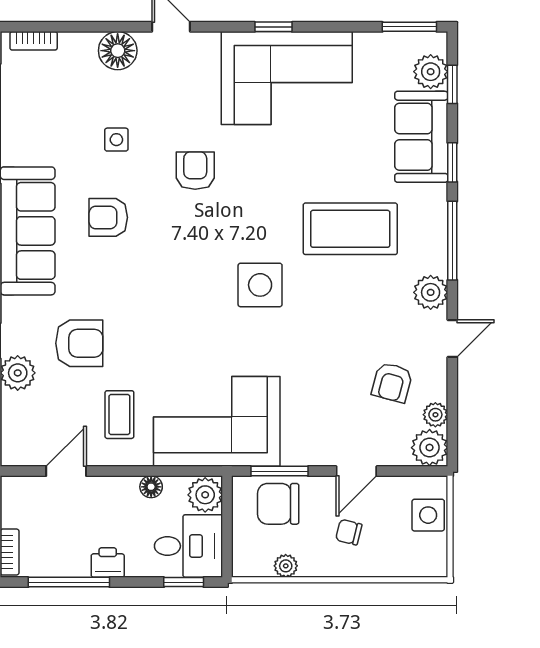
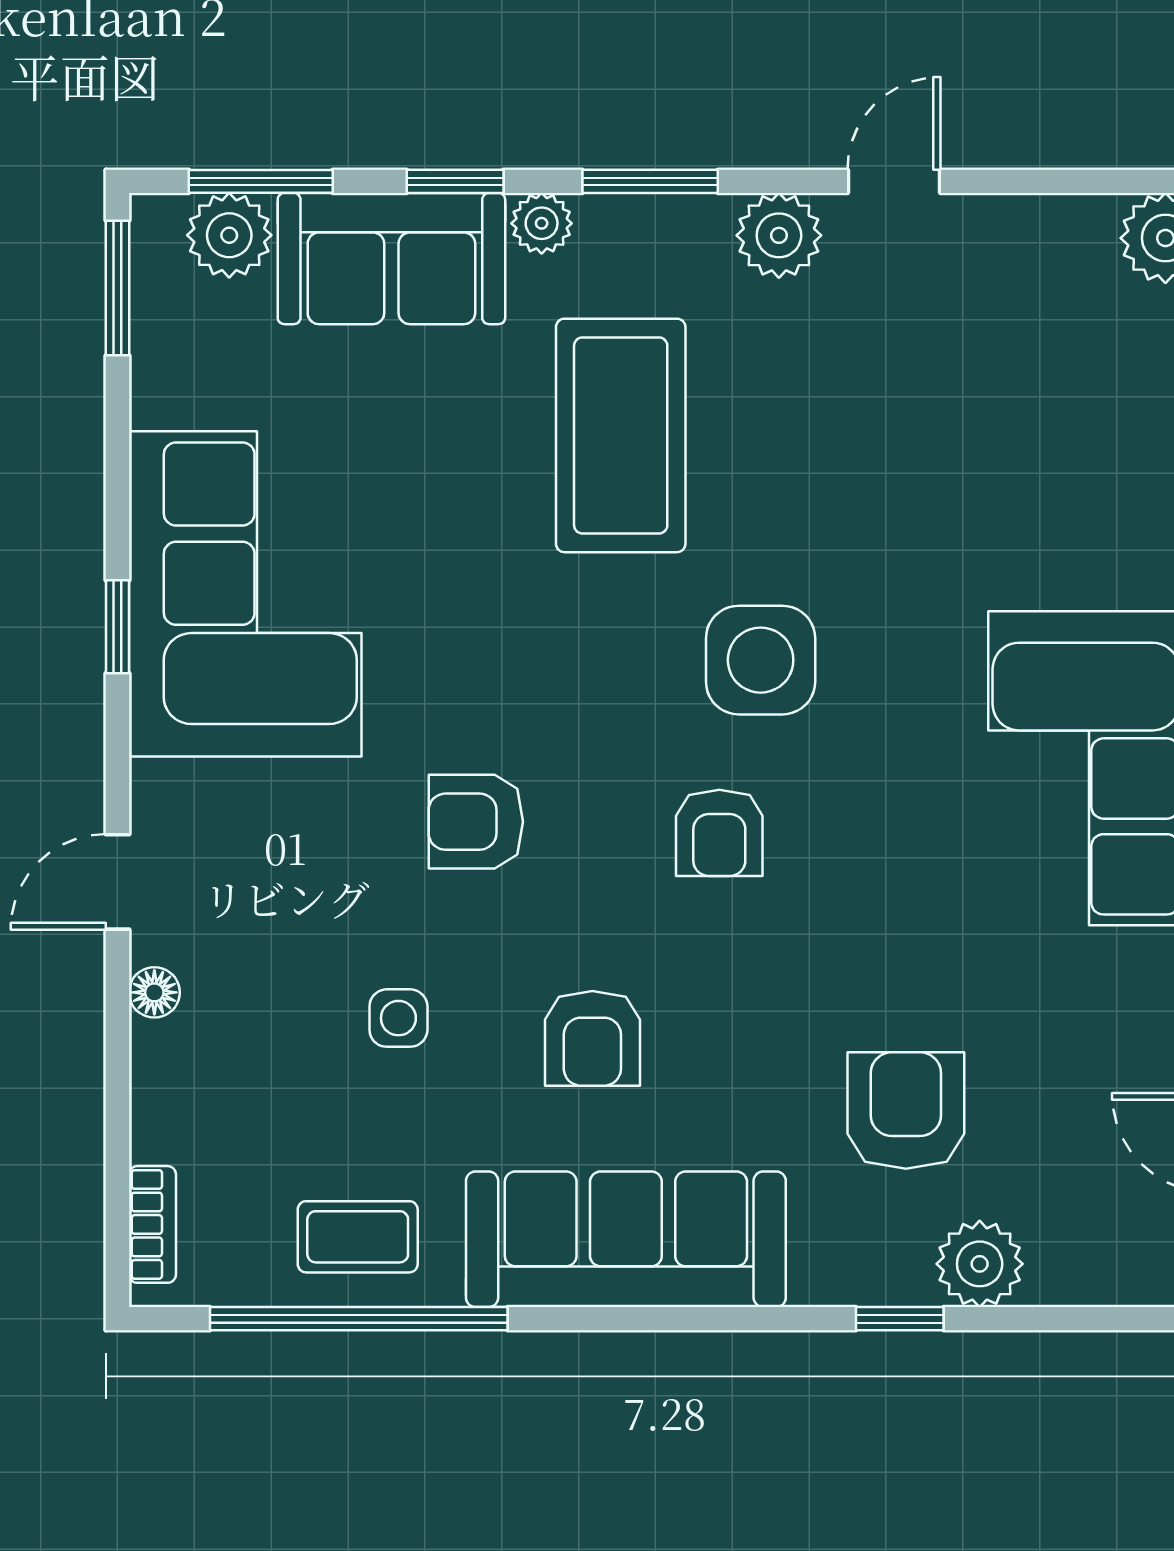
floor lamp: (118, 51) -> (154, 992), width x0.53, depth x0.53
window: (452, 84) -> (261, 181), width x1.50
window: (452, 241) -> (650, 181), width x0.69
door: (452, 339) -> (894, 181), hinge flipped
armchair: (392, 382) -> (719, 833), moved, turned 75
coffee table: (119, 415) -> (358, 1237), moved
plant: (435, 415) -> (542, 223), moved

